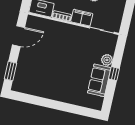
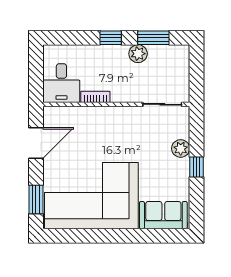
filing cabinet: (82, 18) -> (127, 92), removed
corner sofa: (45, 76) -> (91, 196), added
sofa: (99, 80) -> (163, 215), moved, turned 90

